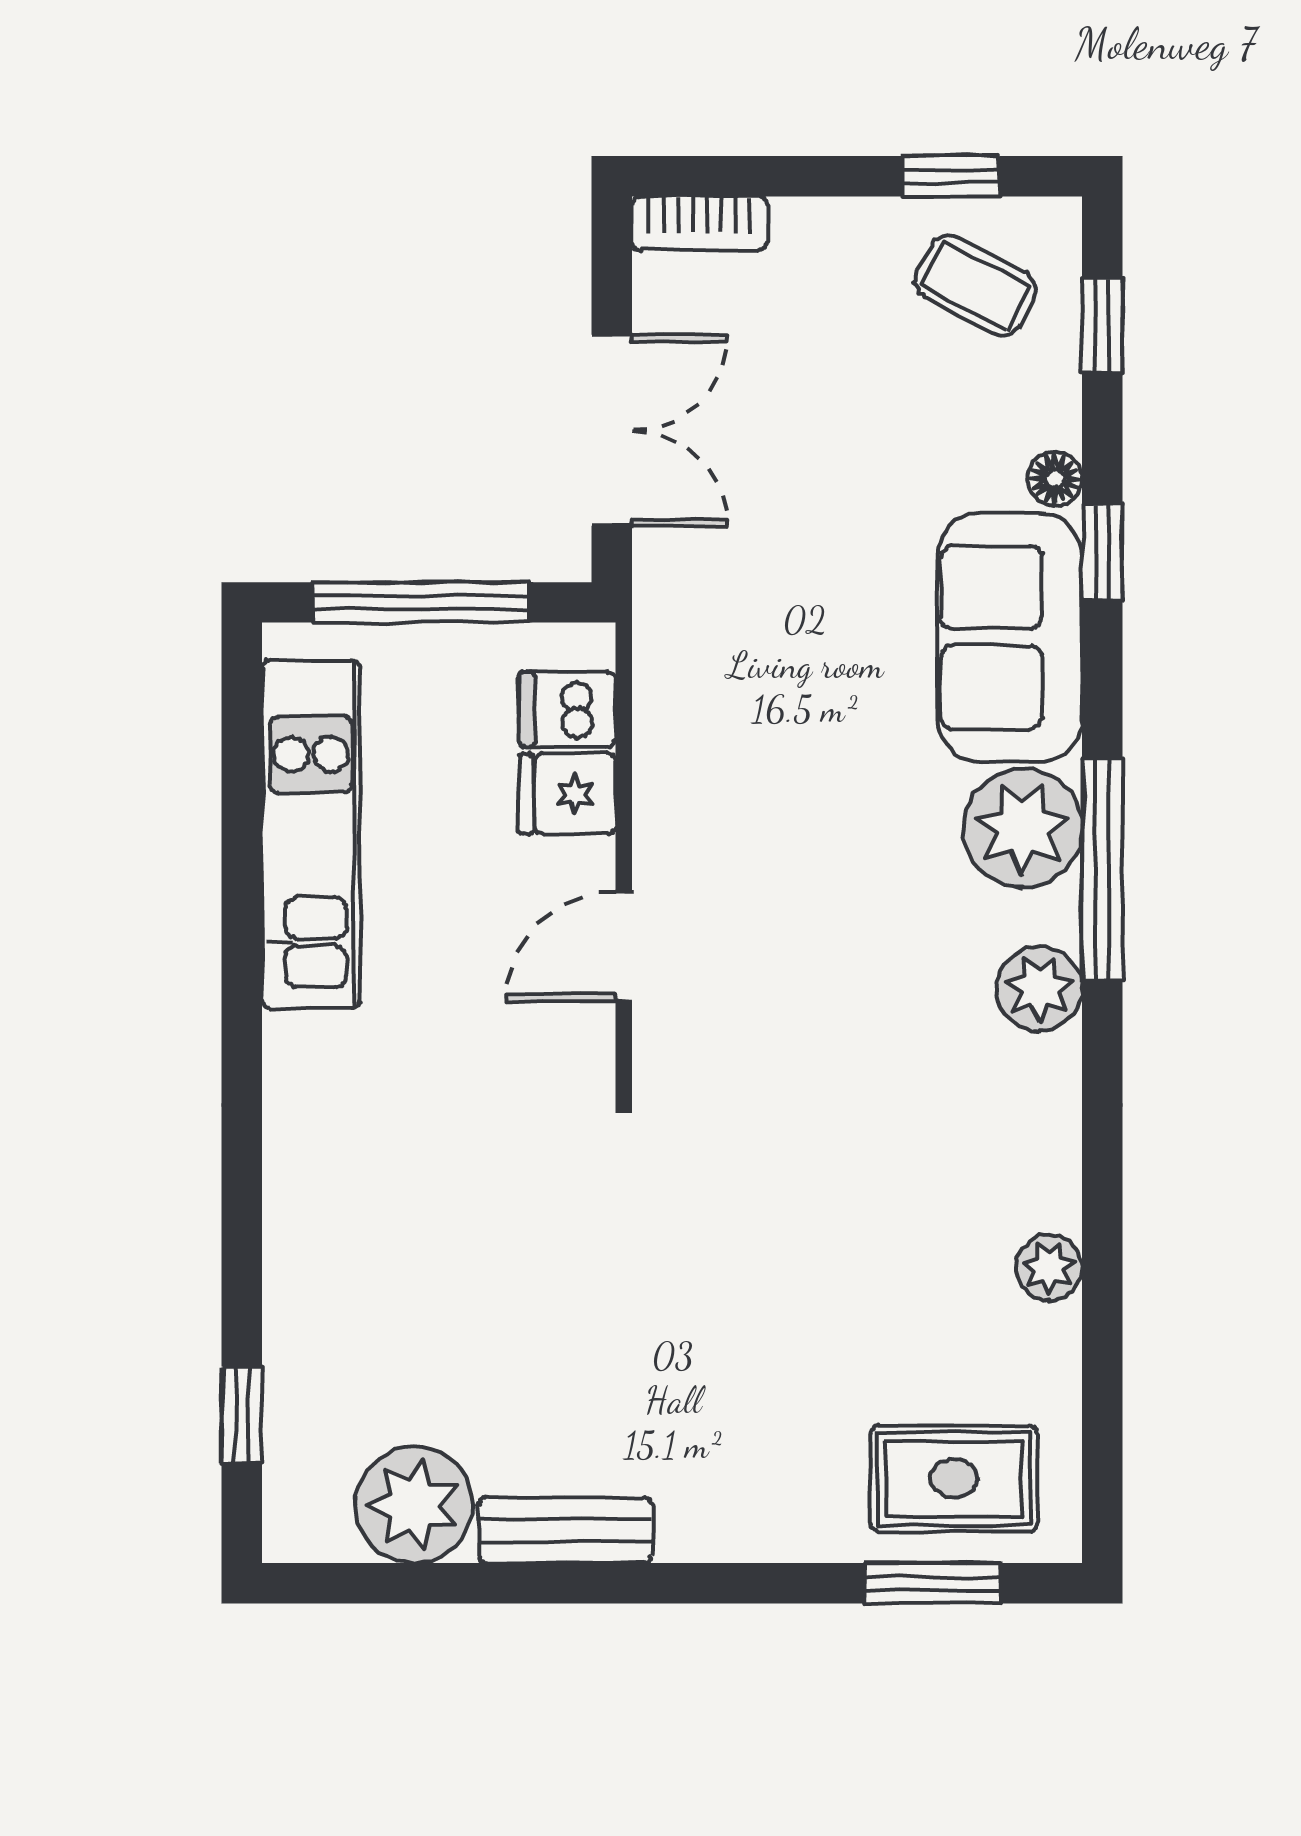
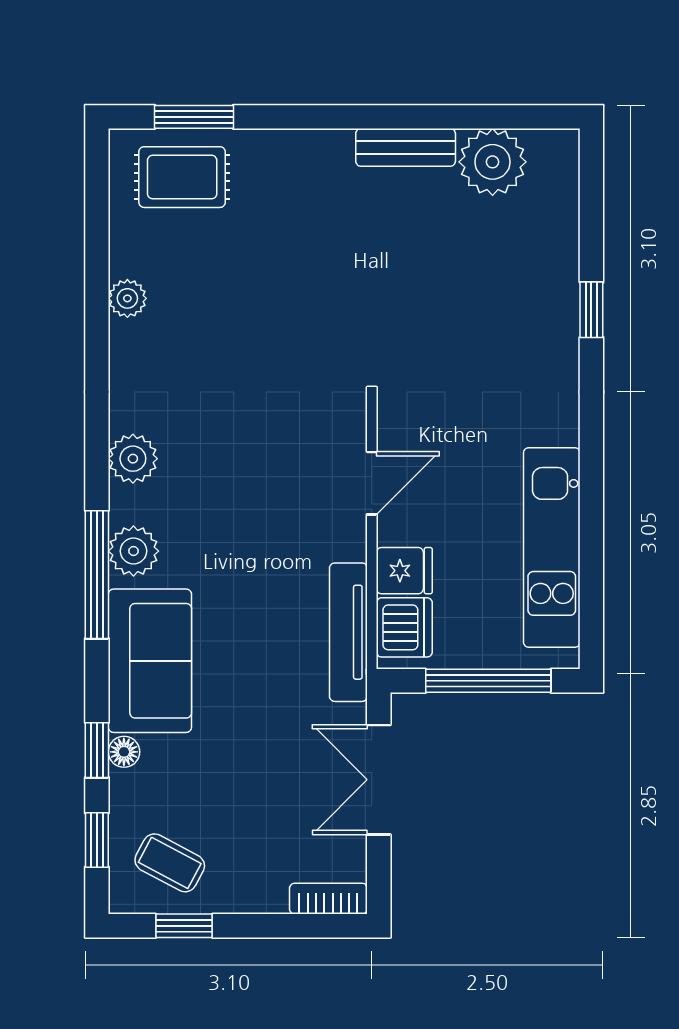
window: (1102, 553) -> (97, 750), moved
tv unit: (665, 687) -> (348, 632), added
dishwasher: (567, 709) -> (404, 627), width x1.38
plant: (1023, 828) -> (133, 551), width x0.73, depth x0.73
window: (1102, 870) -> (97, 575), moved
window: (242, 1415) -> (591, 310), moved

